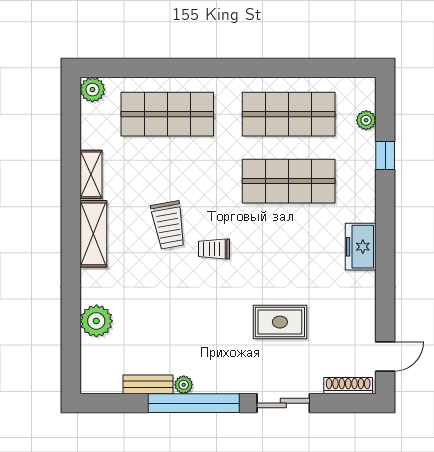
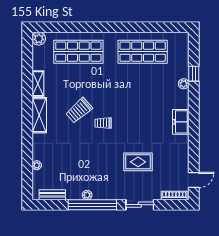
plant: (366, 120) -> (184, 84), moved
shop shelf: (289, 181) -> (143, 87), removed
trolley: (168, 225) -> (79, 110), turned 59
plant: (96, 321) -> (37, 165), width x0.53, depth x0.53
bench: (148, 384) -> (52, 195), moved

